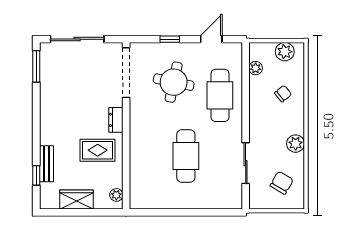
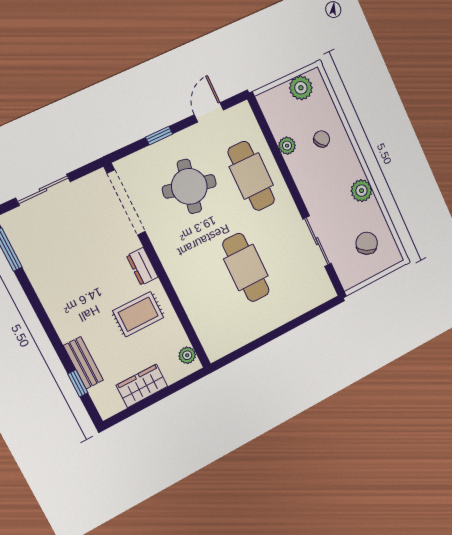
sliding door: (77, 39) -> (43, 190), width x0.73
plant: (256, 68) -> (287, 146), moved

